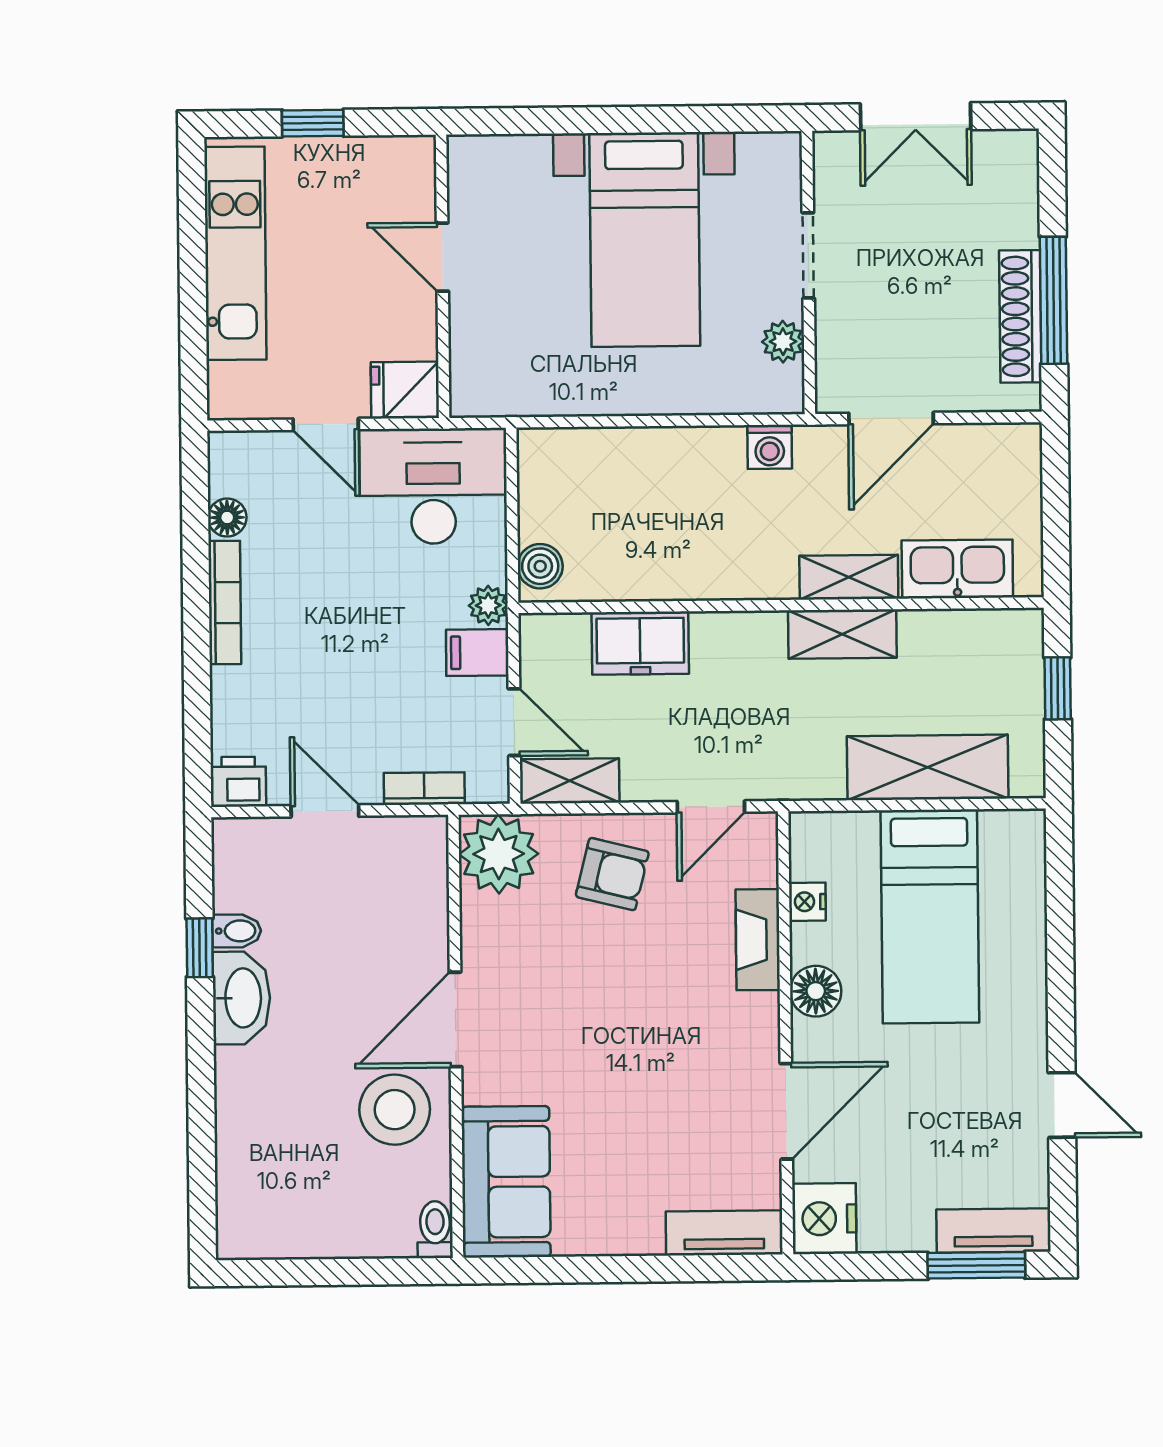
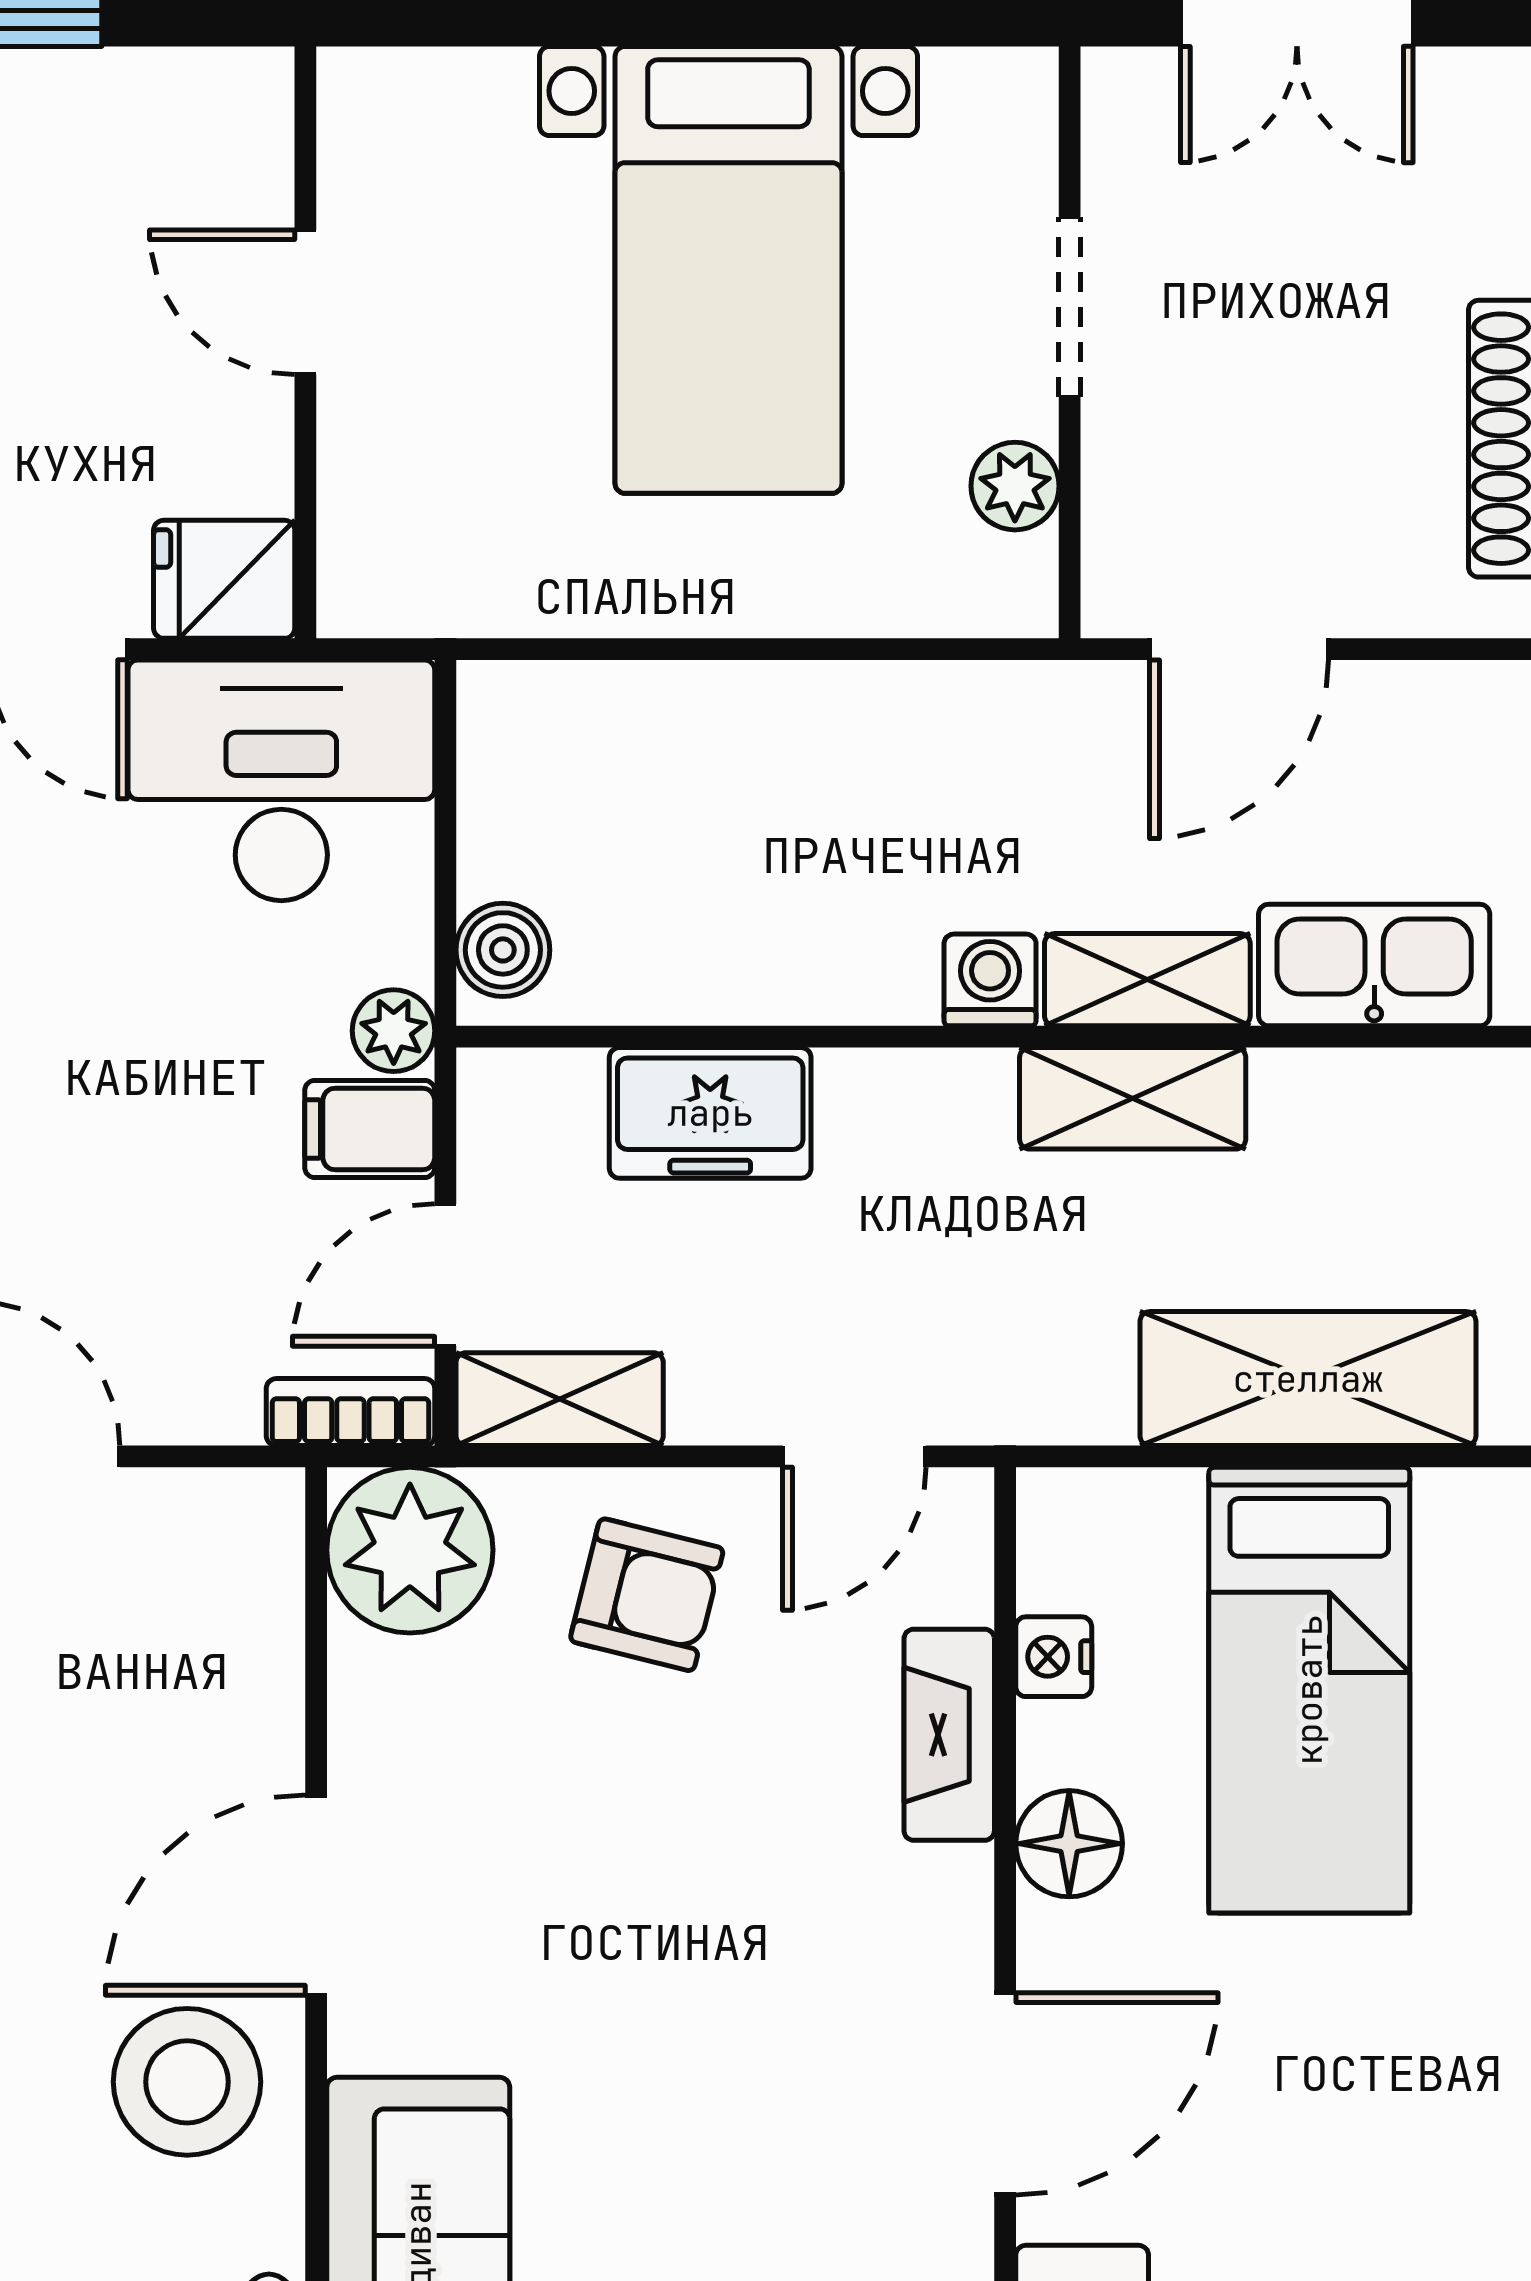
washing machine: (770, 447) -> (990, 980), moved, turned 180
door: (514, 722) -> (445, 1275), swing flipped
bookcase: (424, 789) -> (350, 1412), moved

